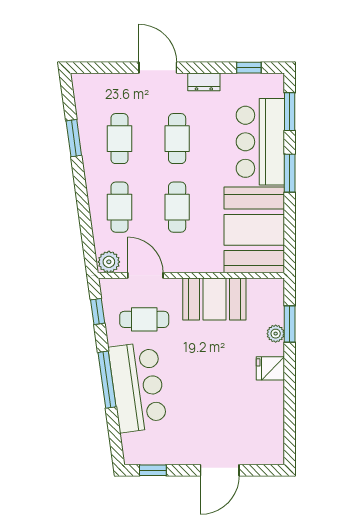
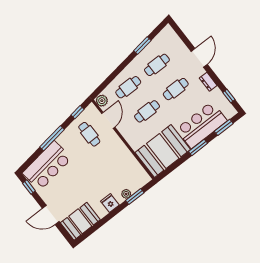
booth: (214, 299) -> (80, 221), moved, turned 90
bar counter: (138, 387) -> (47, 166), moved

